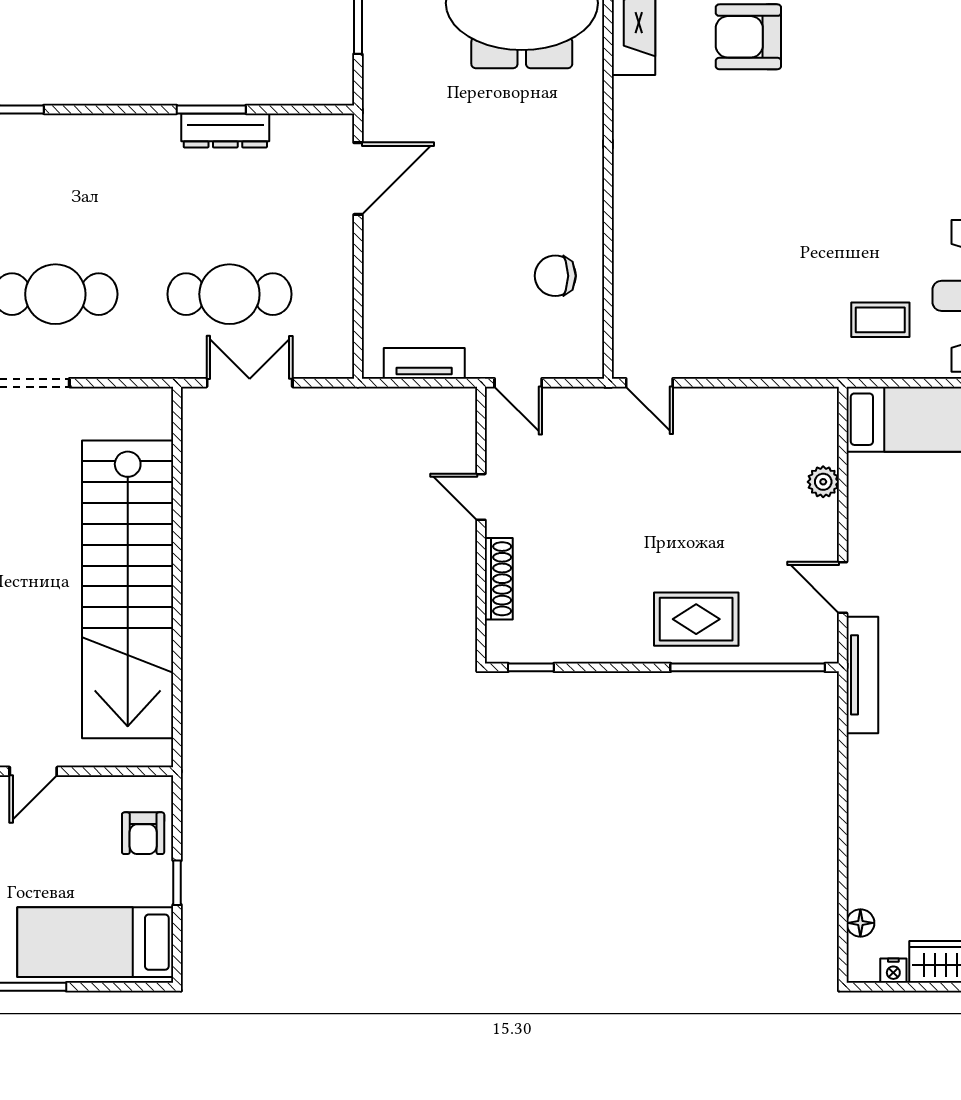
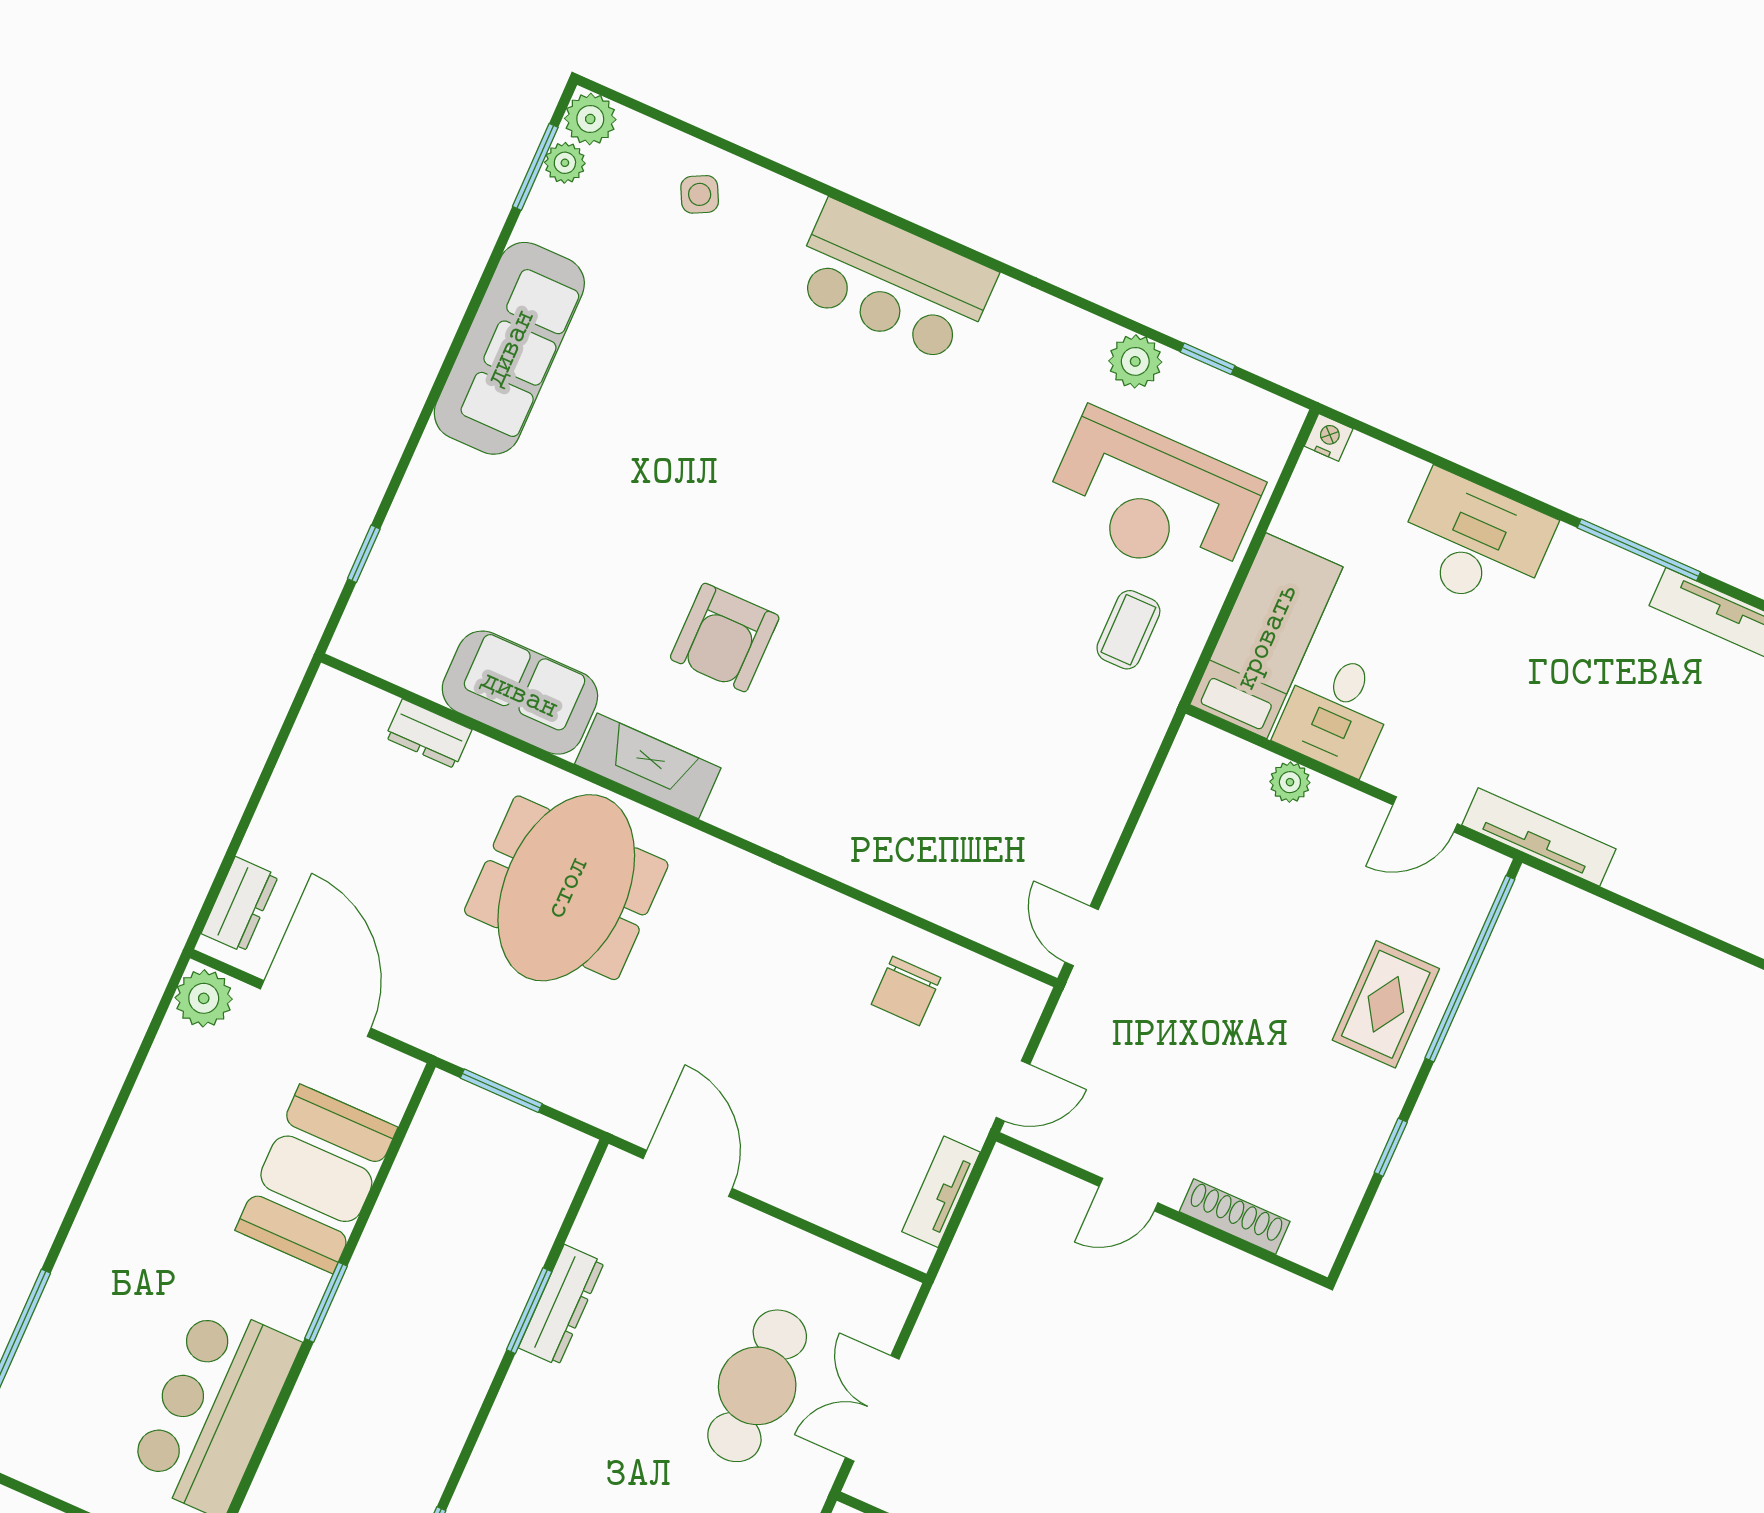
door: (649, 383) -> (1082, 936), swing flipped
desk: (887, 492) -> (1336, 712), added
window: (531, 667) -> (1391, 1147), moved

